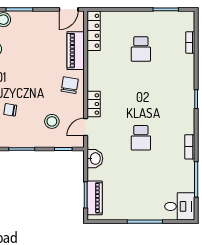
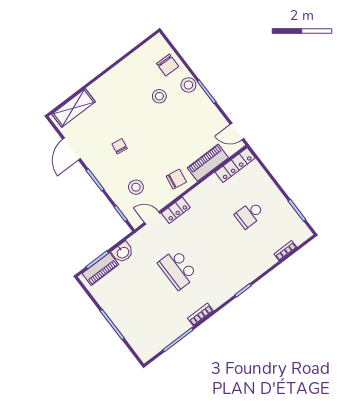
school desk: (141, 138) -> (178, 269), width x1.85
washbasin: (95, 159) -> (123, 252), moved
desk: (180, 206) -> (146, 343), removed

